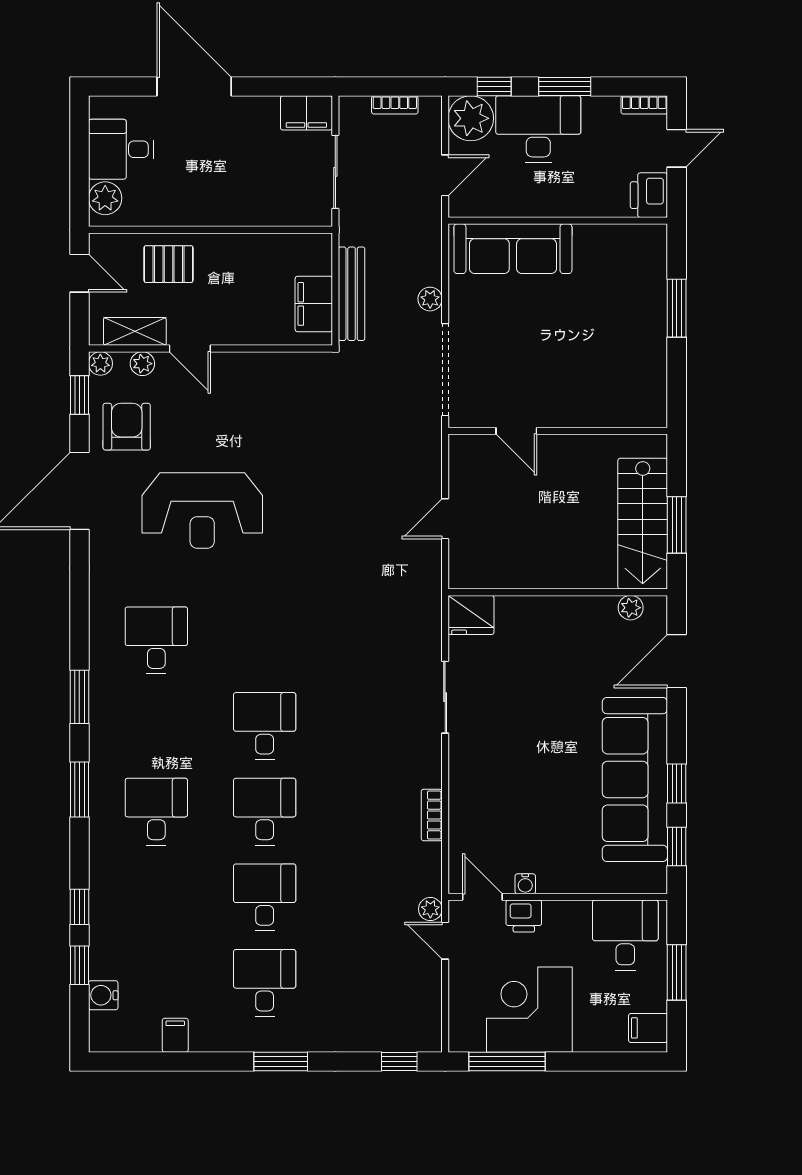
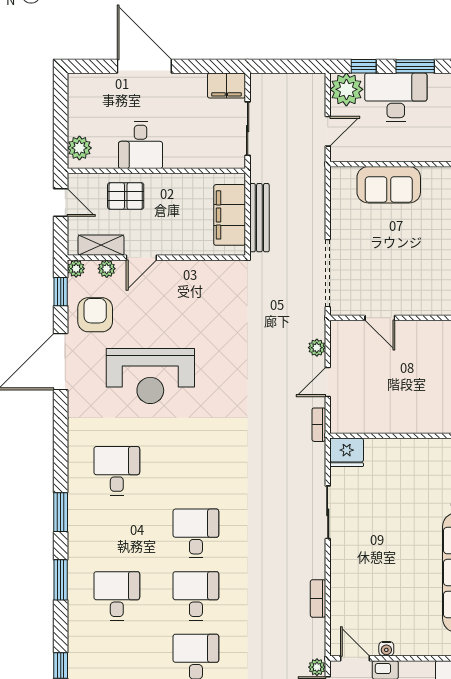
bookcase: (395, 105) -> (319, 425), moved, turned 90
desk: (121, 149) -> (141, 145), moved, turned -90
sofa: (513, 249) -> (389, 185), width x0.73
plant: (430, 299) -> (317, 348), moved
filing cabinet: (314, 304) -> (230, 215), width x1.50, depth x1.17
door: (190, 349) -> (141, 258), hinge flipped

